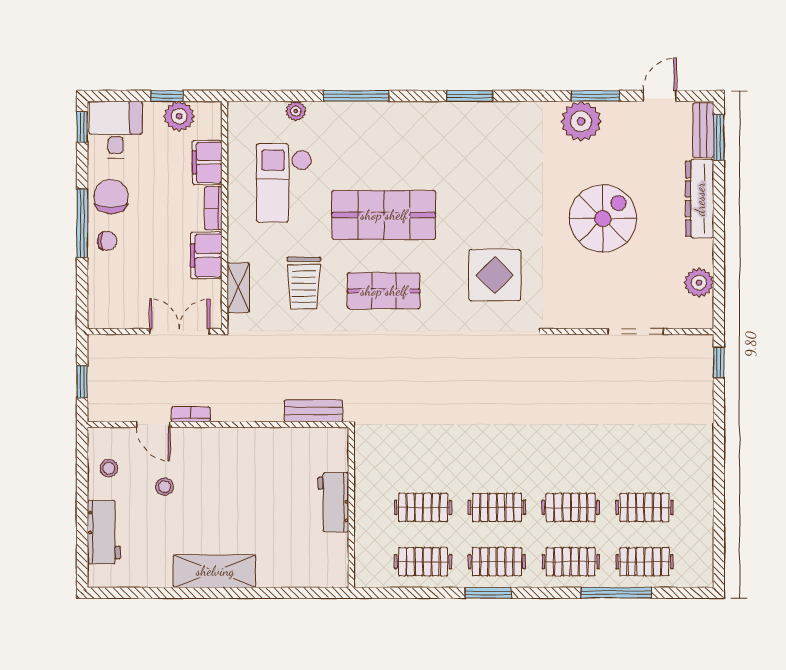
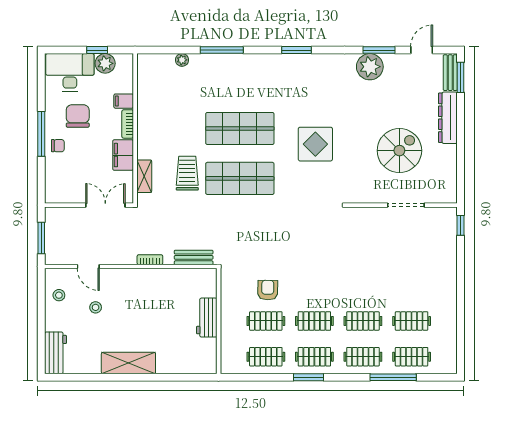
window: (82, 127) -> (41, 70), removed
desk: (116, 130) -> (70, 72), width x1.37
filing cabinet: (207, 162) -> (124, 101), width x0.50
checkout: (284, 183) -> (174, 107), removed
chair: (111, 197) -> (78, 116), moved
spiral stairs: (603, 219) -> (399, 151), moved
display table: (495, 275) -> (315, 144), moved
trolley: (304, 283) -> (187, 173), turned 180
plant: (699, 283) -> (447, 173), removed
shop shelf: (384, 291) -> (240, 178), width x1.43, depth x1.36
window: (82, 381) -> (41, 238), width x1.50
bookcase: (191, 414) -> (150, 260), moved
armchair: (426, 460) -> (268, 290), added
workbench: (104, 532) -> (56, 353), moved

